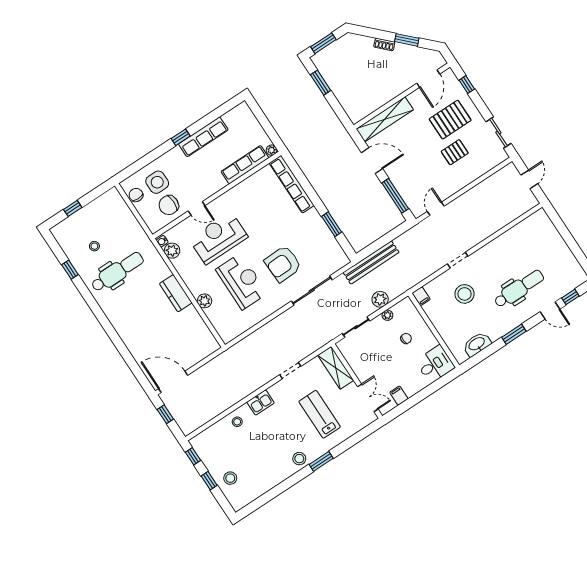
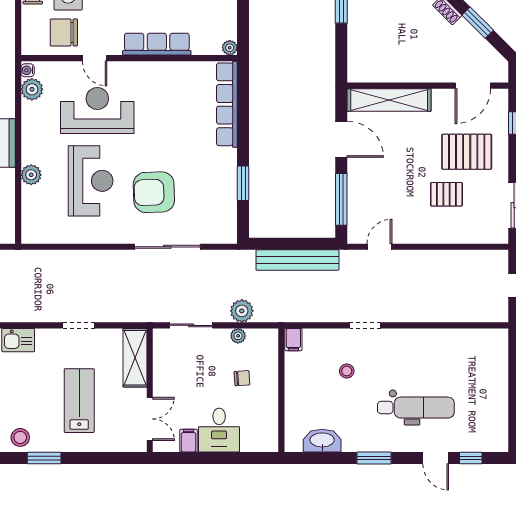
row of seats: (245, 165) -> (157, 44), moved
bench: (371, 262) -> (297, 260), moved
stool: (465, 294) -> (347, 371), width x0.53, depth x0.53
desk: (435, 364) -> (219, 430), moved, turned 90

